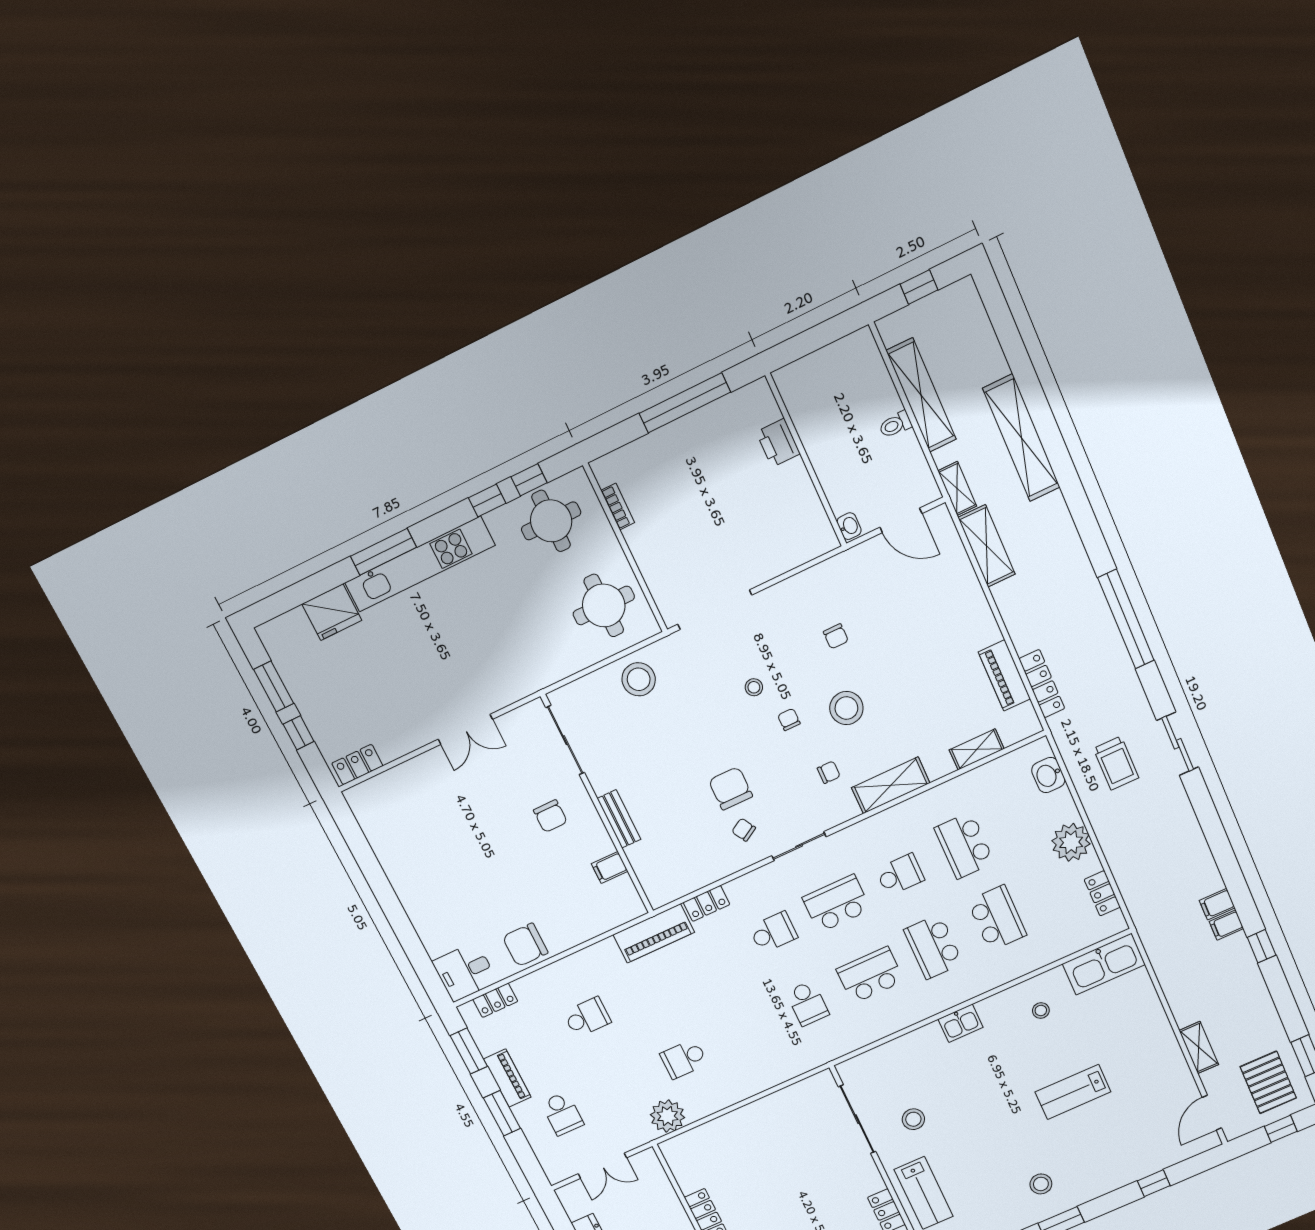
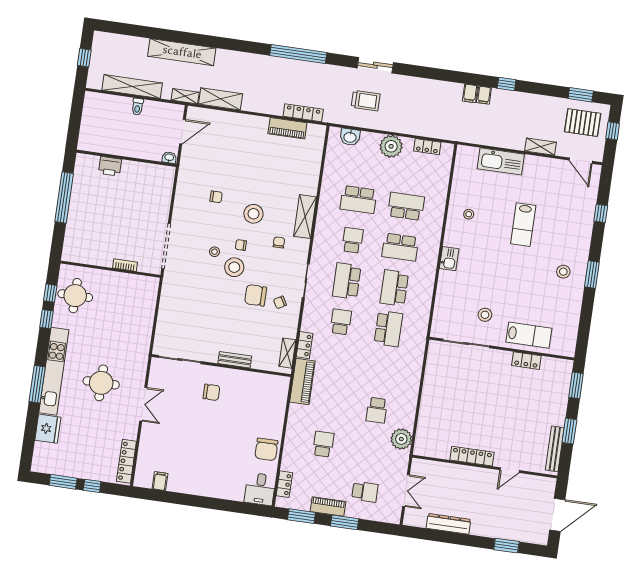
bookcase: (618, 507) -> (125, 265), moved
round table: (604, 605) -> (101, 383), moved
stool: (639, 679) -> (234, 267), moved
shelving: (977, 749) -> (287, 353), moved
locker: (357, 765) -> (126, 461), width x1.53
filing cabinet: (610, 868) -> (160, 481), moved, turned 180
kitchen sink: (1104, 964) -> (501, 161), moved, turned 90
school desk: (808, 1003) -> (388, 329), width x1.85

